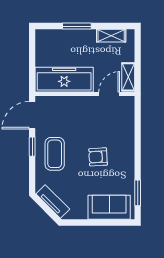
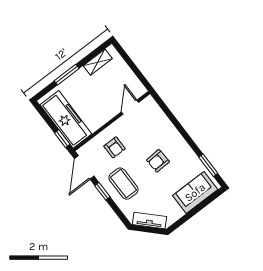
window: (32, 77) -> (62, 139), added
shelving: (128, 77) -> (134, 83), removed
freezer: (64, 80) -> (66, 119), moved, turned 90
armchair: (70, 118) -> (115, 147), added

